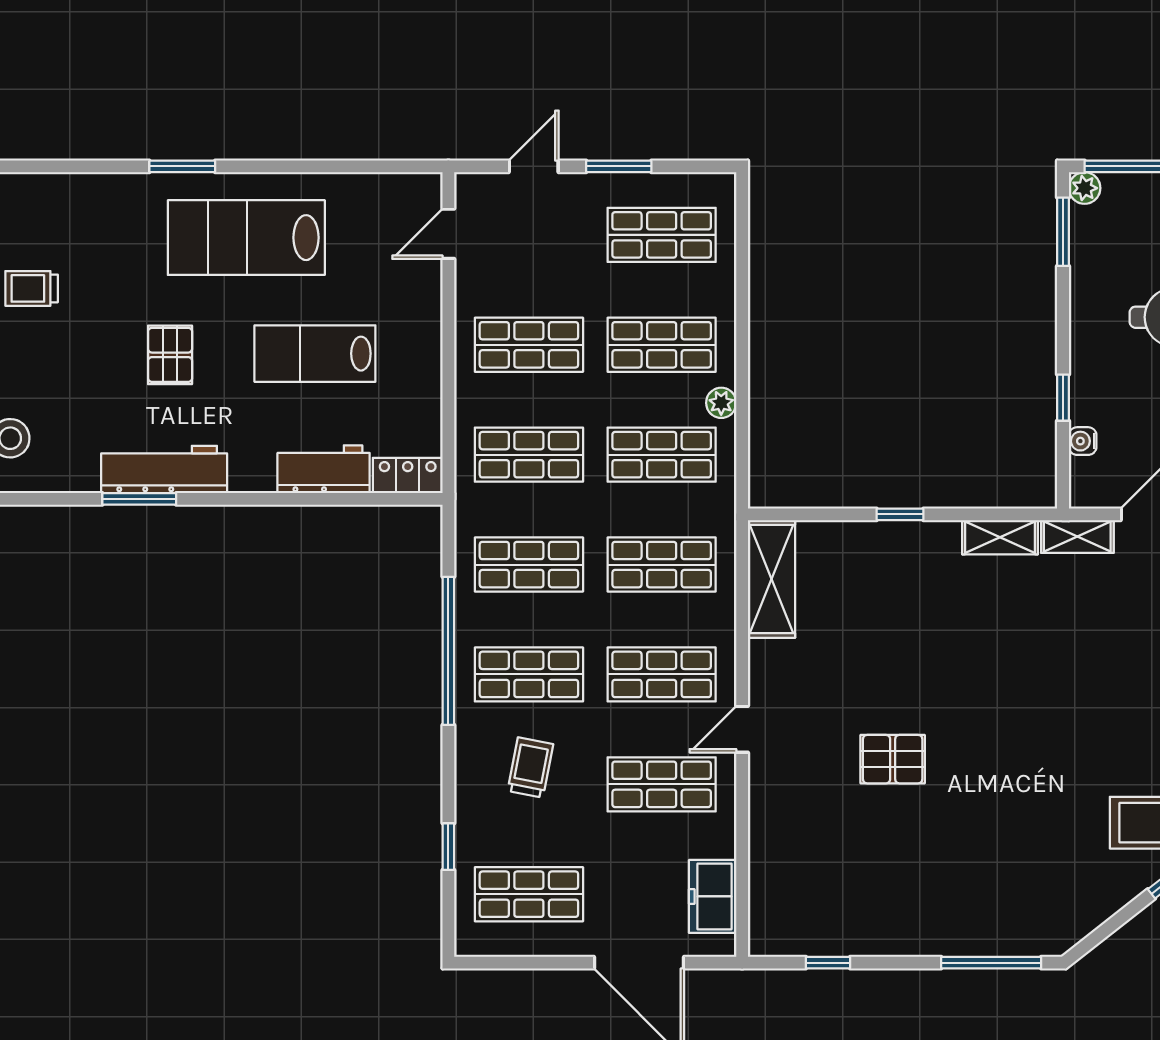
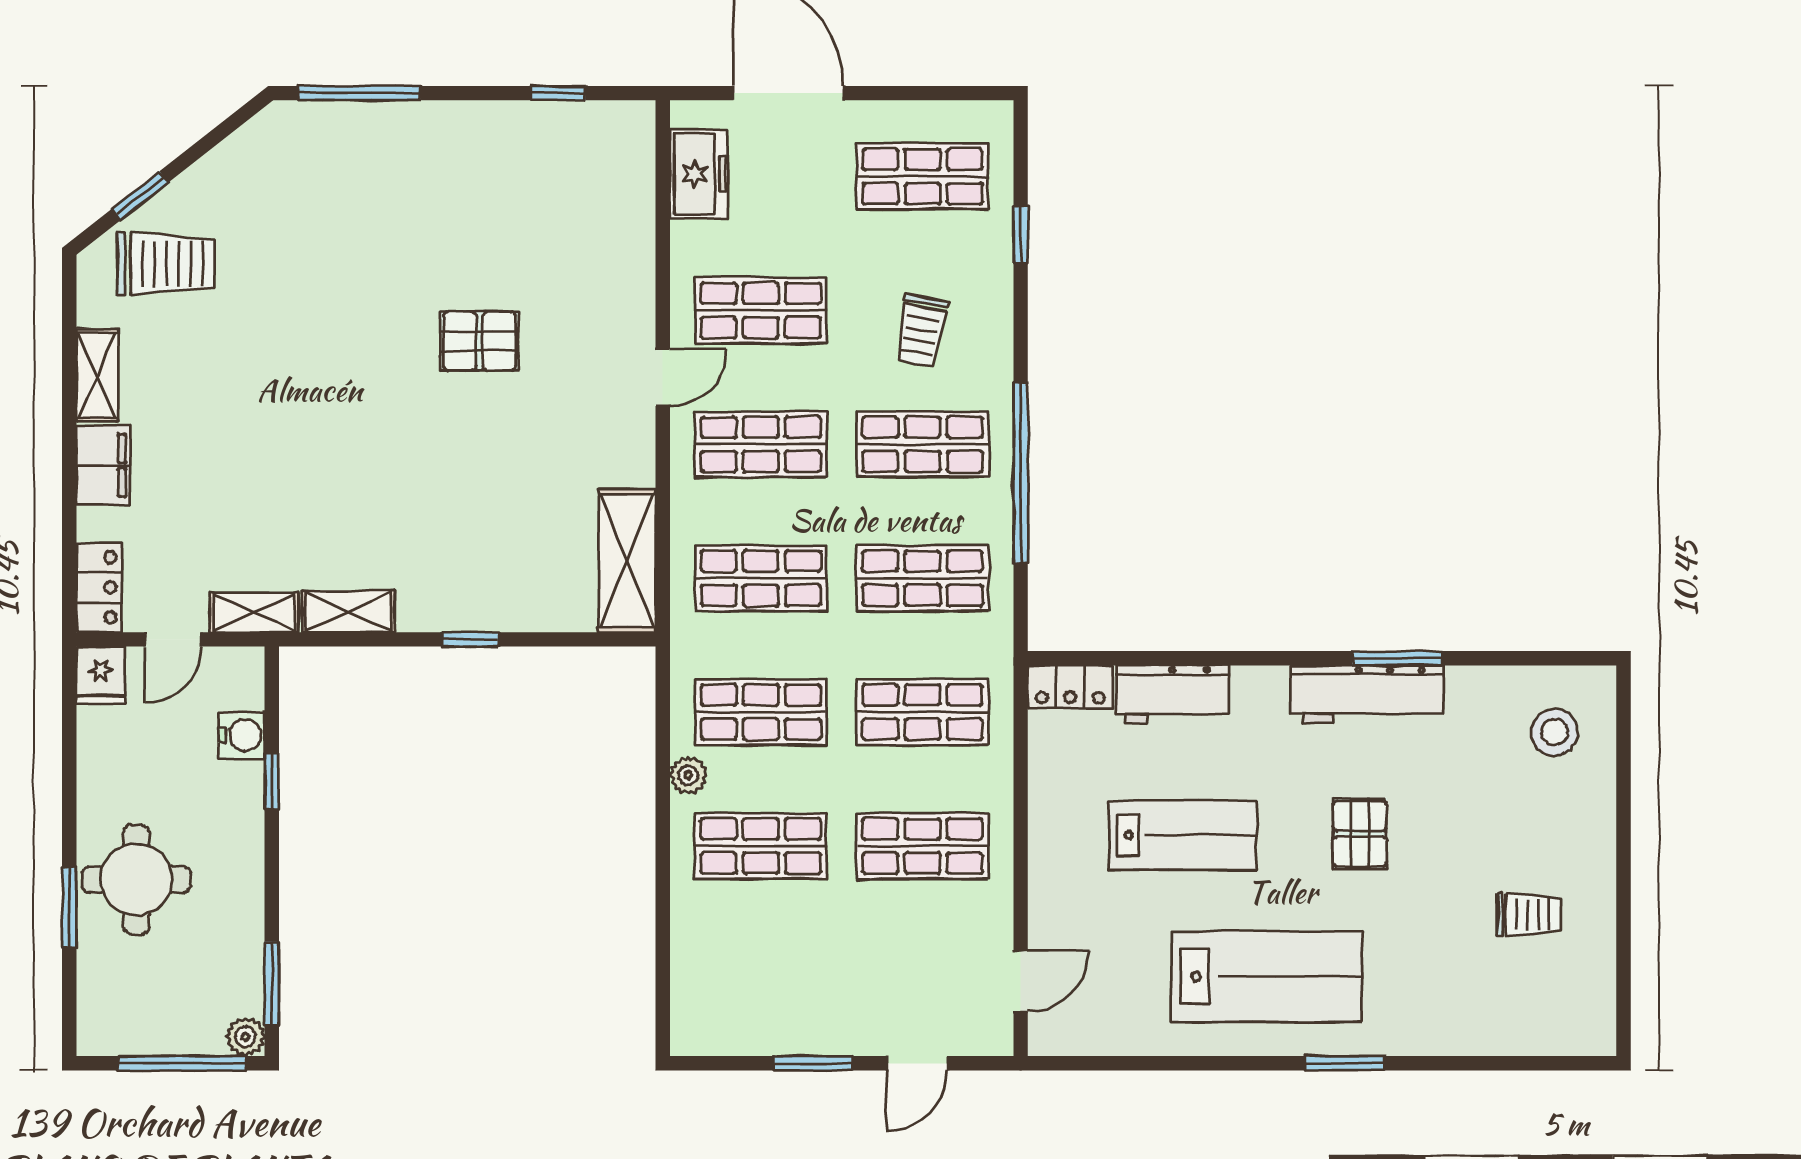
shop shelf: (662, 235) -> (761, 980), removed
water cooler: (1083, 441) -> (241, 735), width x1.38, depth x1.38

